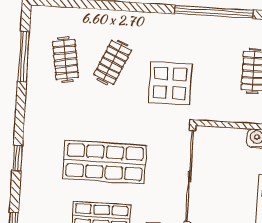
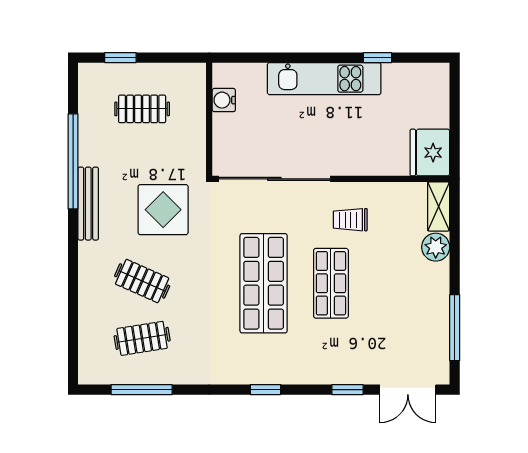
bench: (179, 22) -> (88, 204), added

